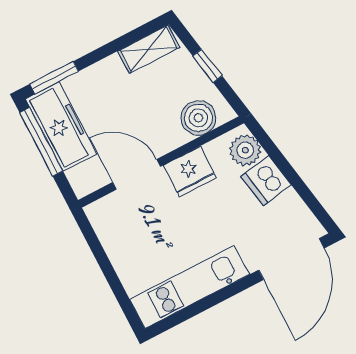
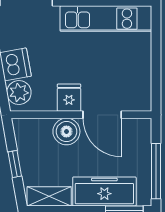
boiler: (198, 118) -> (66, 132), moved
freezer: (61, 127) -> (104, 192), moved, turned 90
fridge: (190, 172) -> (69, 98), width x0.72

